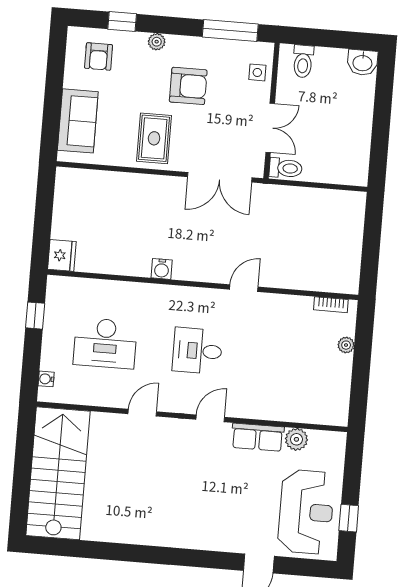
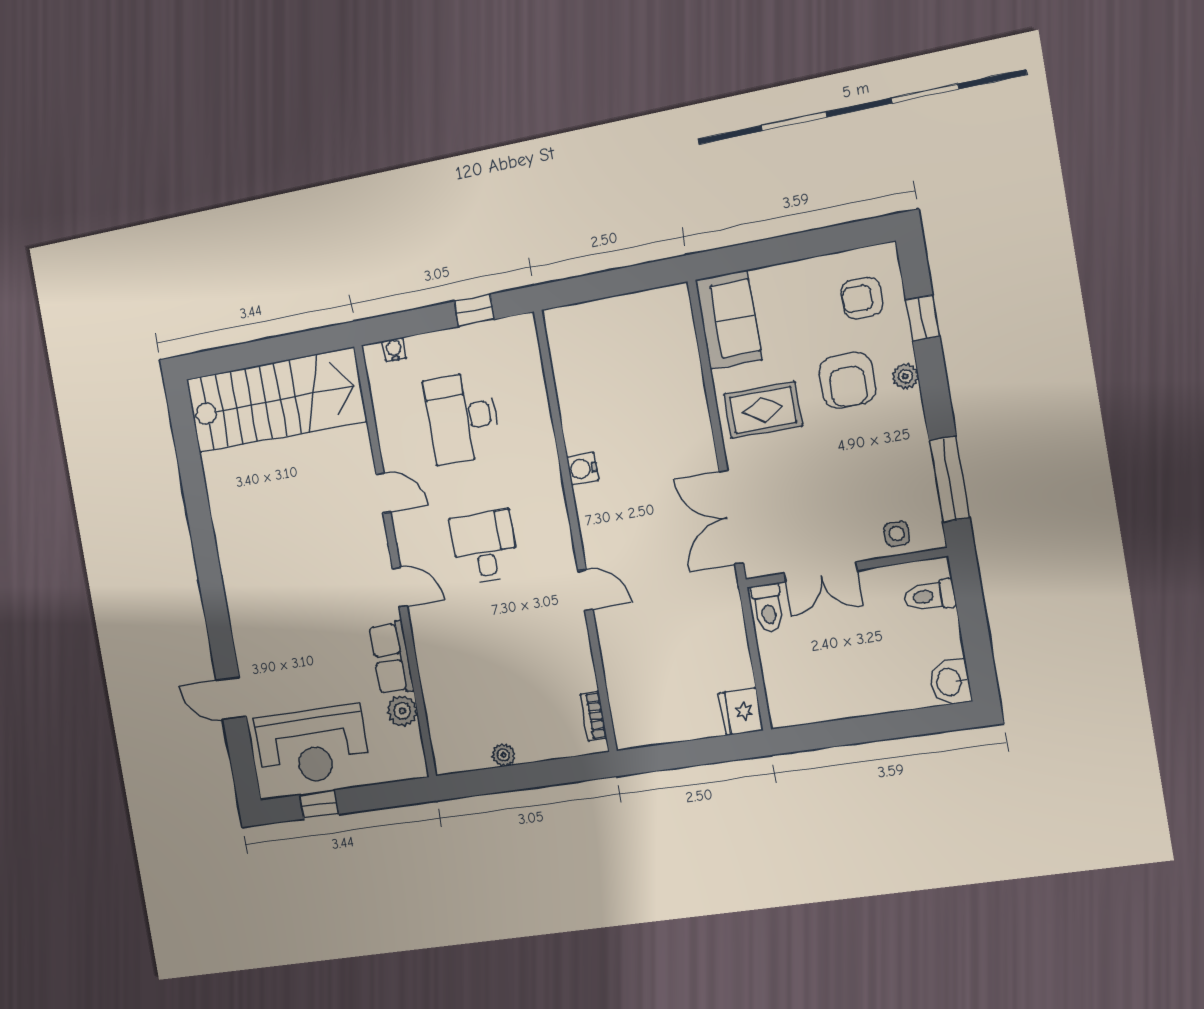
armchair: (188, 86) -> (847, 380), moved
sofa: (78, 121) -> (729, 320), moved, turned -90
fridge: (62, 255) -> (741, 712), moved, turned 90
plant: (346, 345) -> (503, 755), moved

